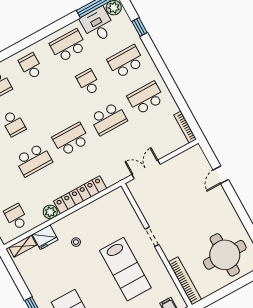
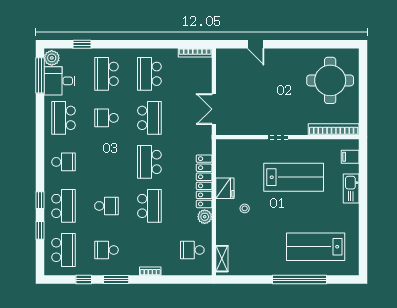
school desk: (31, 66) -> (63, 162), turned 180
fridge: (45, 237) -> (225, 188), moved

